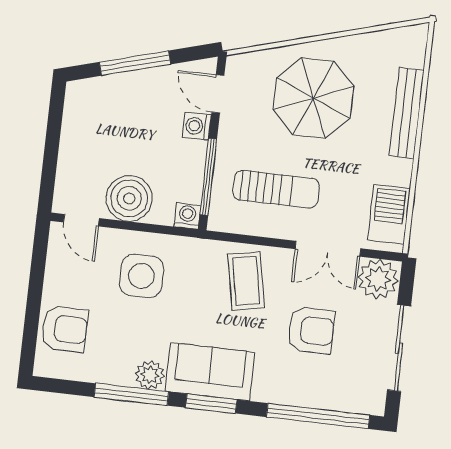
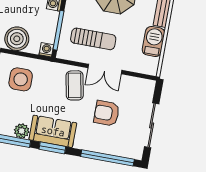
barbecue: (389, 214) -> (153, 41), moved
double door: (328, 249) -> (105, 69), moved
plant: (378, 279) -> (143, 89), removed
armchair: (311, 330) -> (107, 113), turned 180

